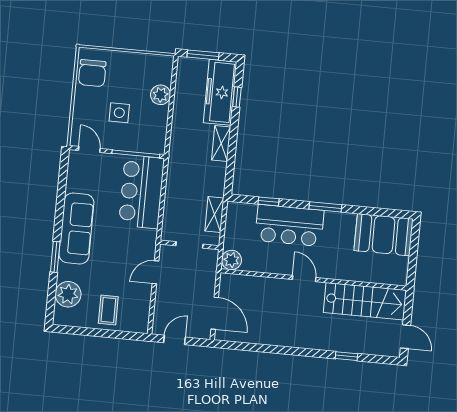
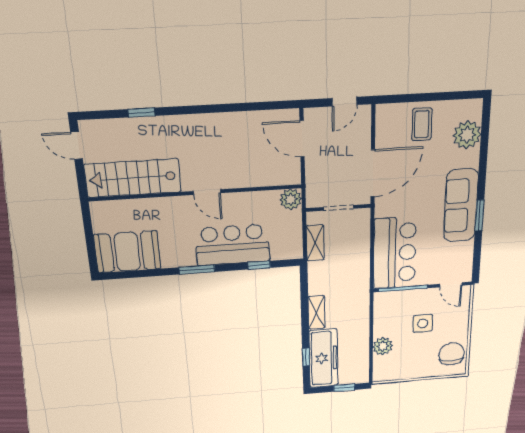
window: (203, 55) -> (344, 388), width x0.67
window: (55, 257) -> (480, 216), moved
door: (155, 272) -> (373, 173), width x1.87

